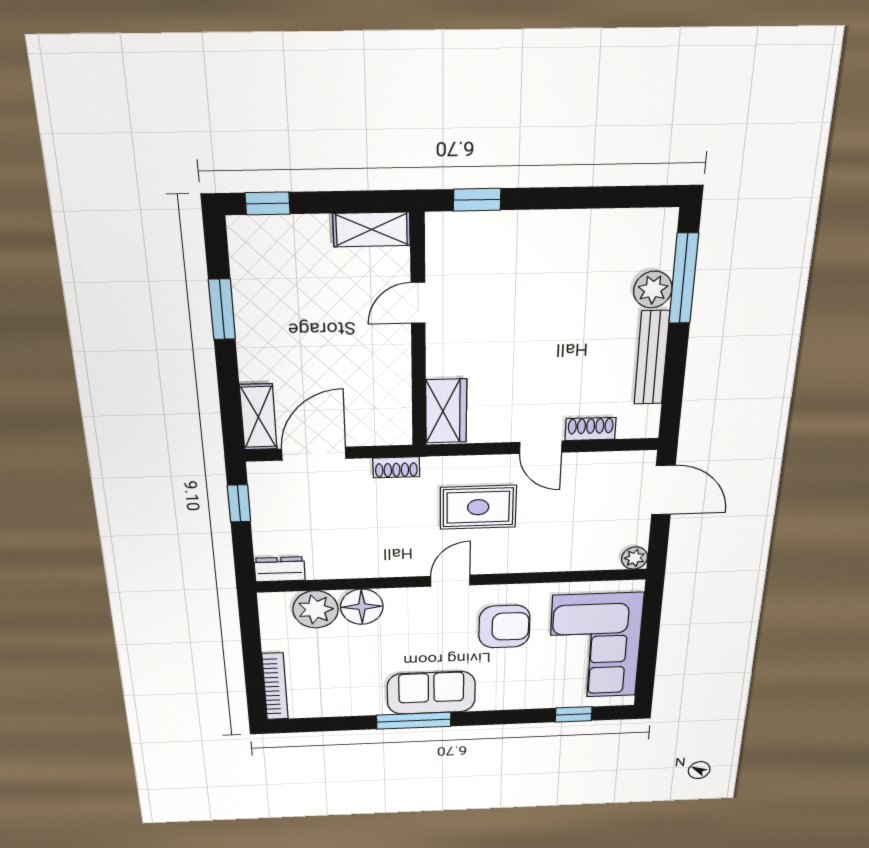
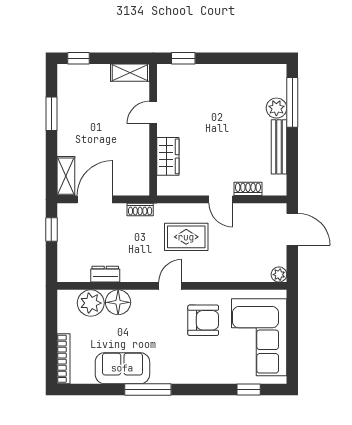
wardrobe: (446, 411) -> (168, 156), moved
dresser: (280, 569) -> (105, 274), moved
sofa: (431, 693) -> (122, 368), moved

